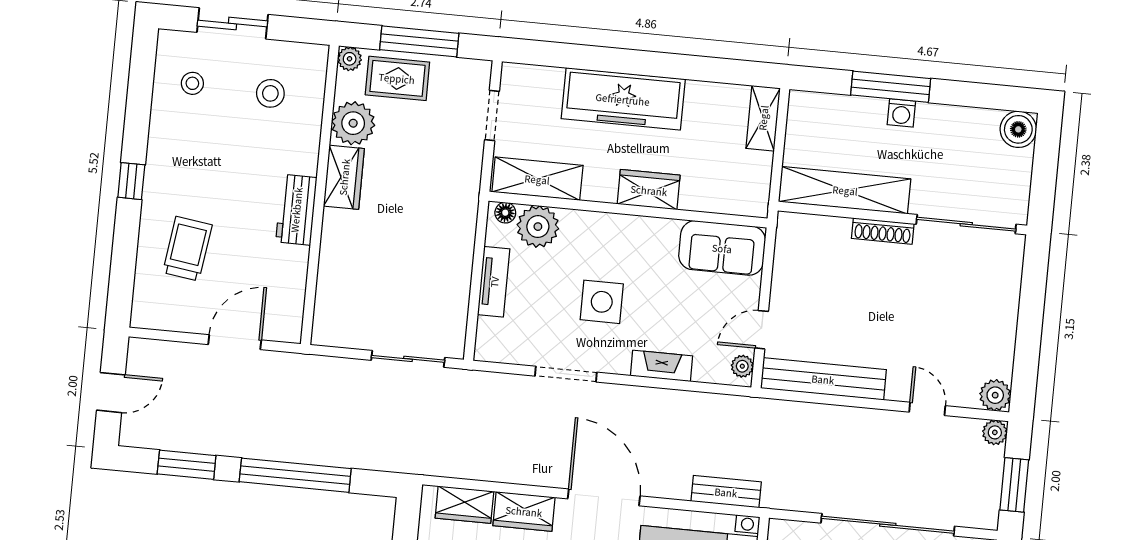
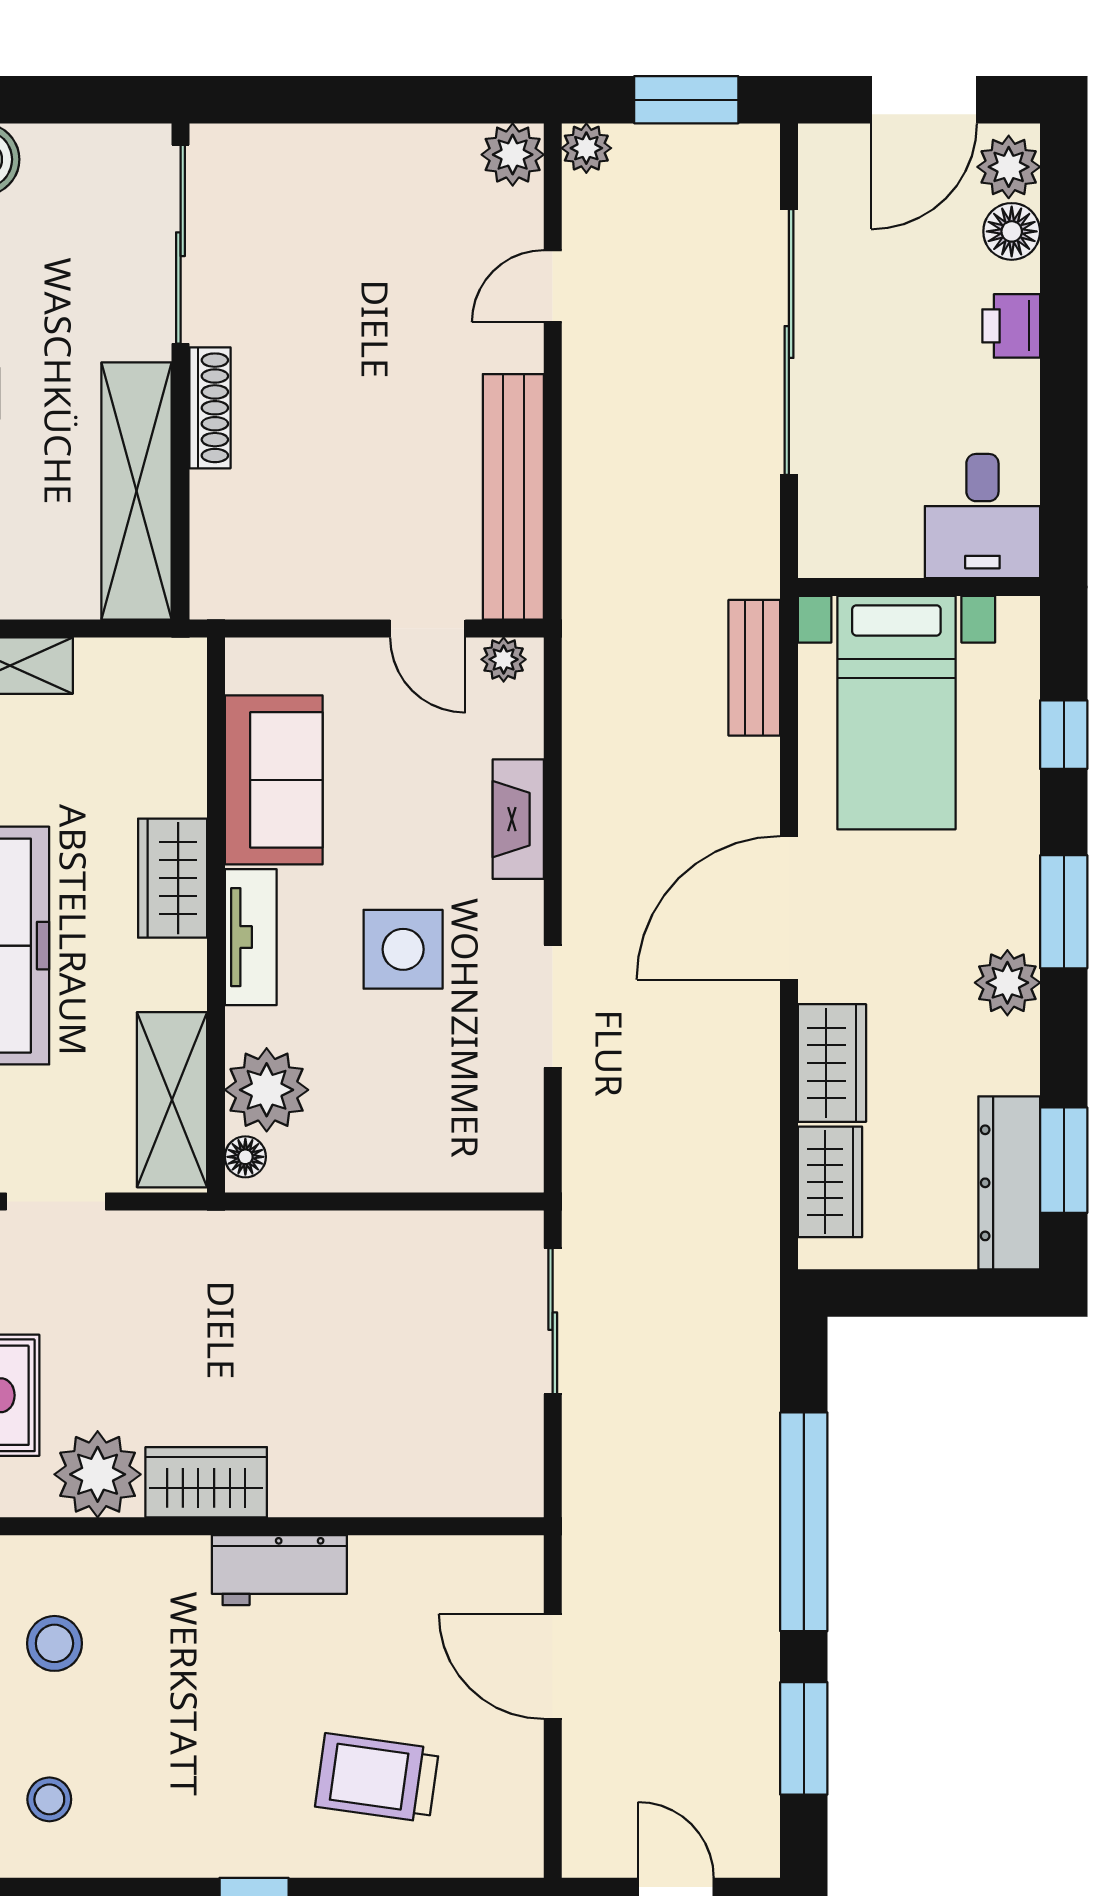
sofa: (722, 248) -> (274, 780), moved
tv unit: (494, 282) -> (251, 937), moved, turned 90

